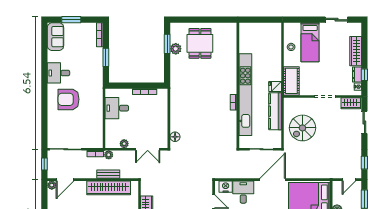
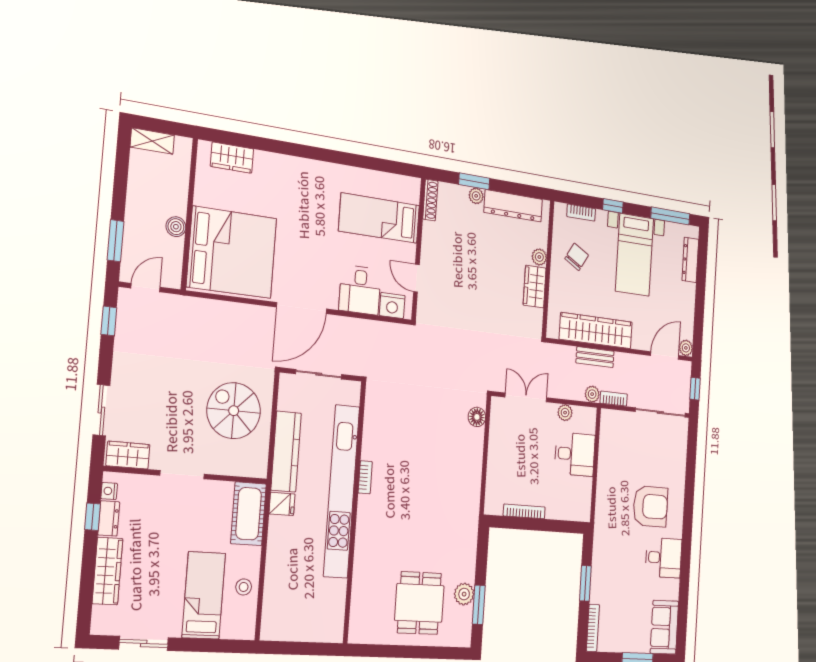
desk: (117, 108) -> (575, 454), moved
spiral stairs: (302, 128) -> (234, 411), turned -90

